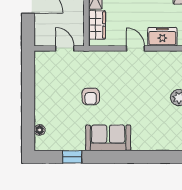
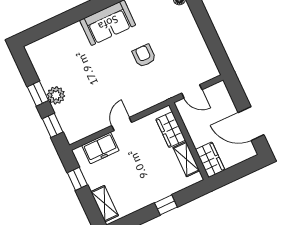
door: (135, 48) -> (122, 124), swing flipped

